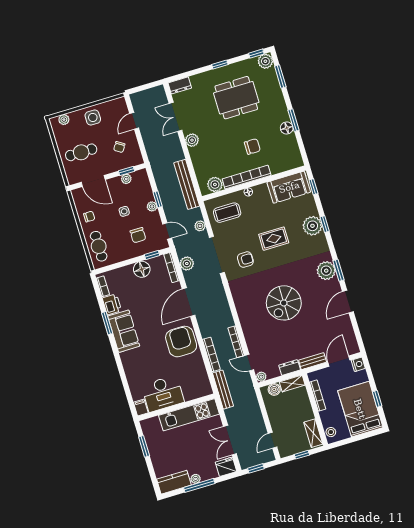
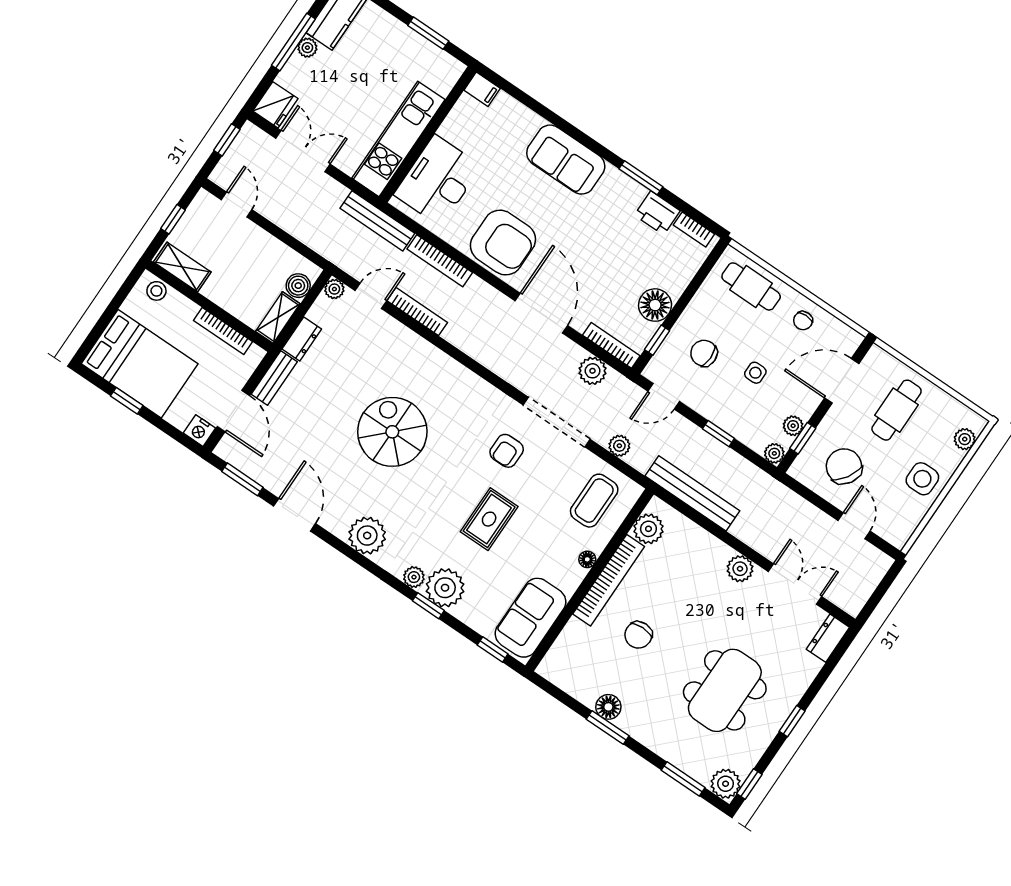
chair: (119, 147) -> (844, 466), width x1.87, depth x1.87
plant: (152, 206) -> (774, 453), moved
plant: (321, 240) -> (414, 577), added
window: (338, 270) -> (242, 479), moved
sofa: (124, 331) -> (566, 160), moved
desk: (163, 393) -> (438, 180), moved

